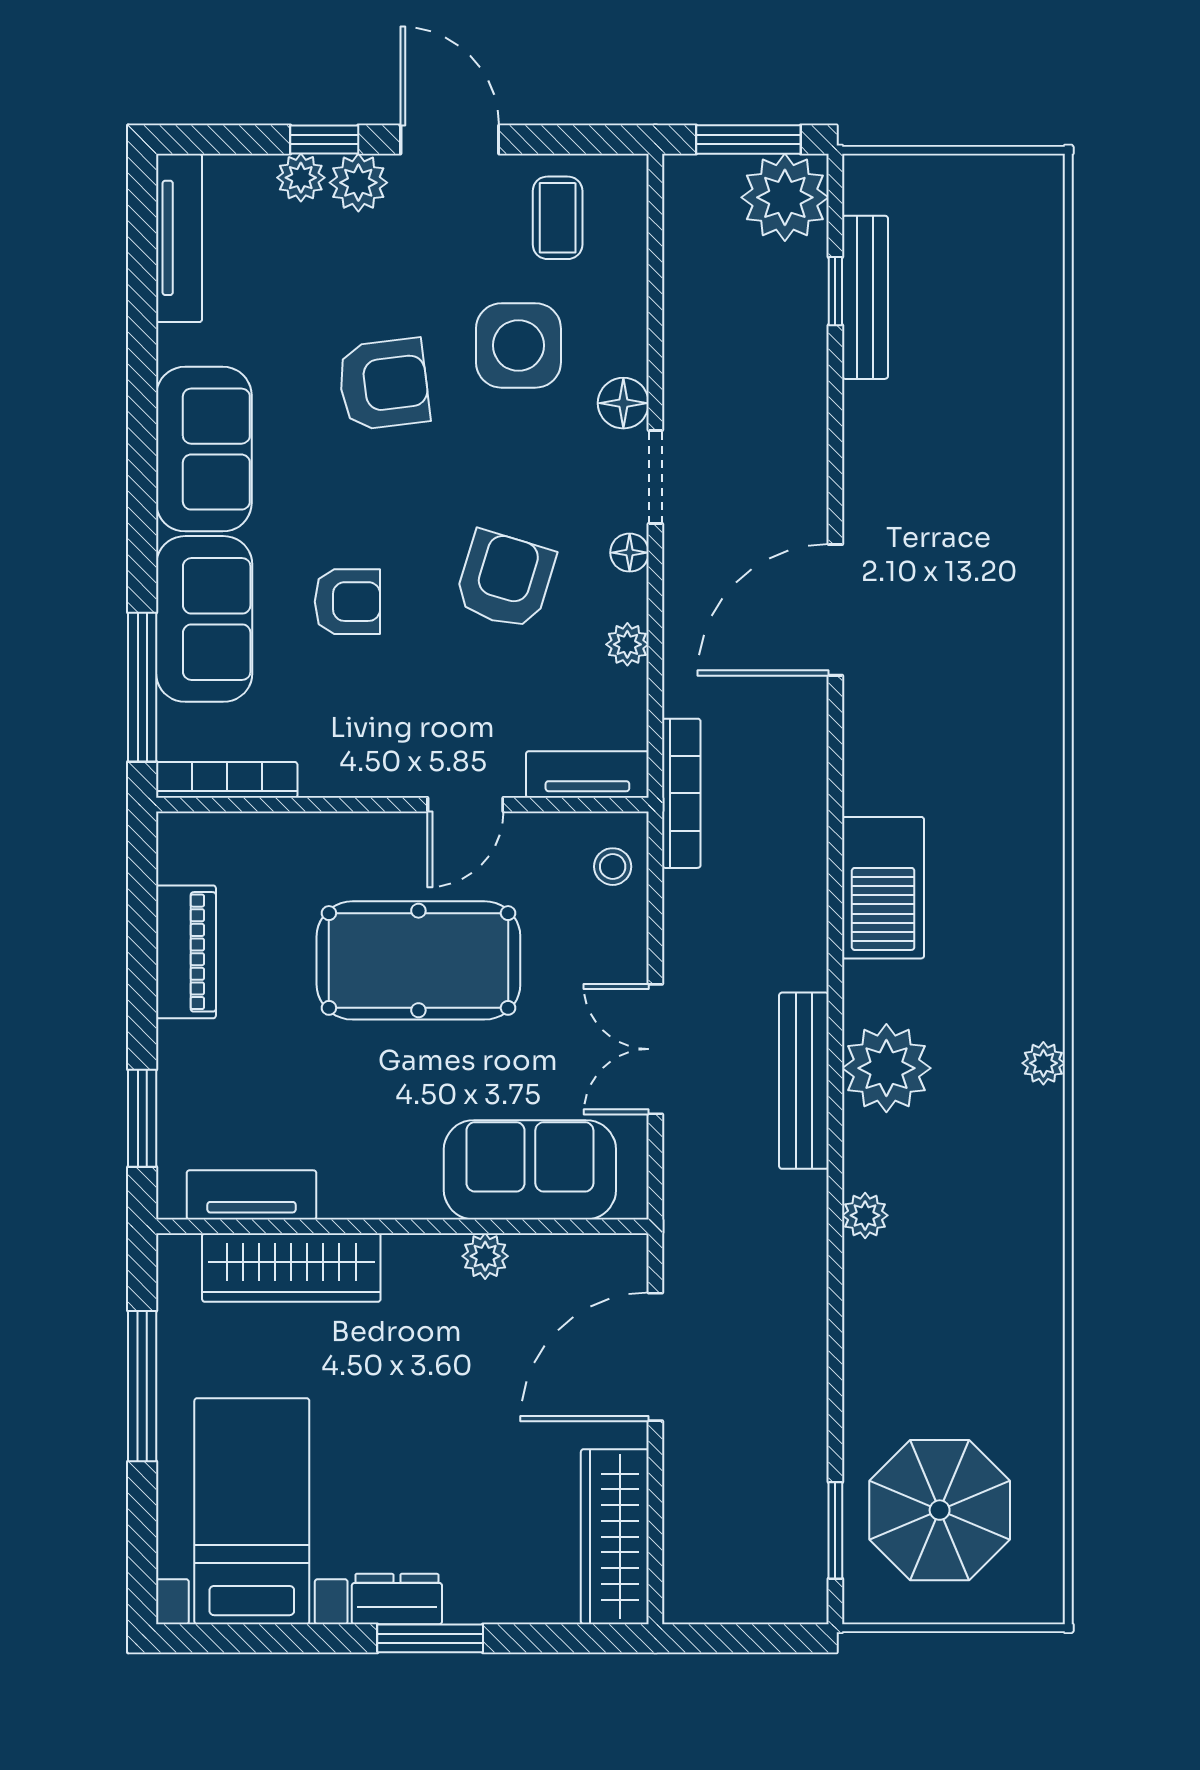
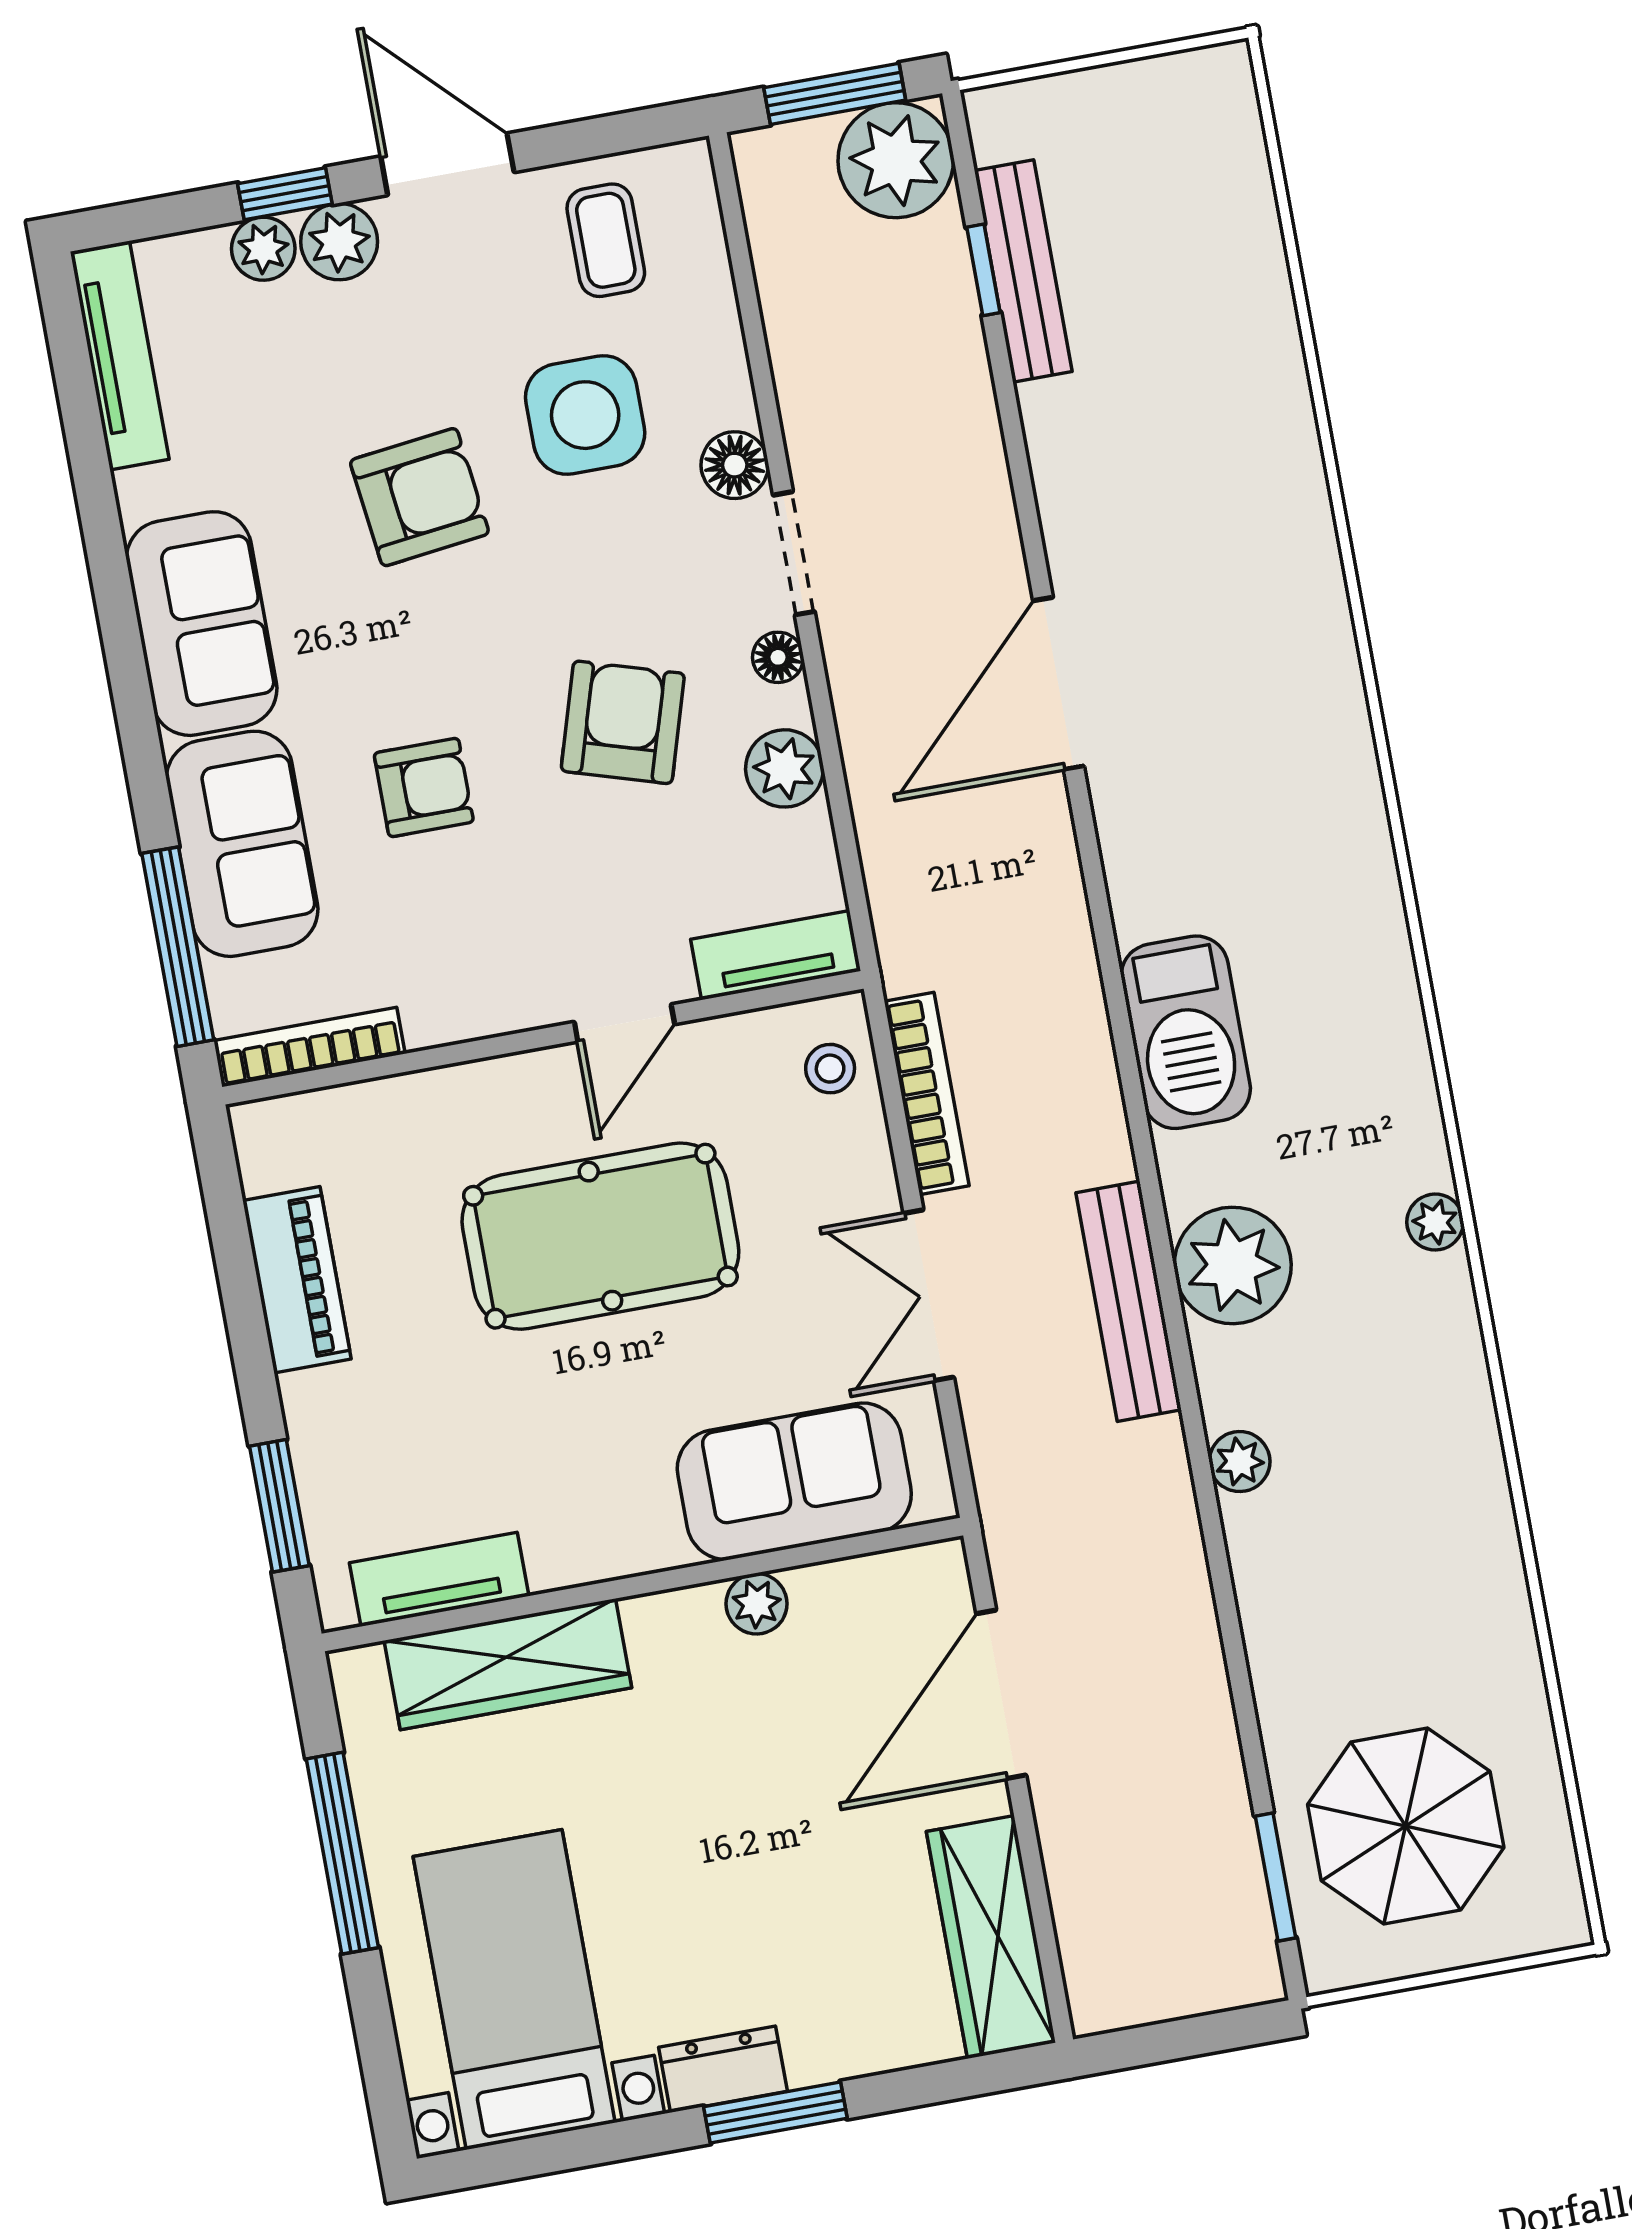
plant: (627, 644) -> (784, 768), width x1.38, depth x1.38
bookcase: (681, 793) -> (927, 1093), moved

